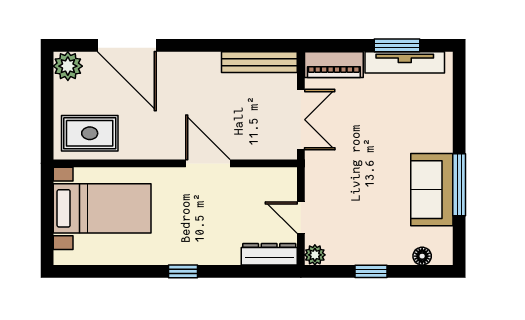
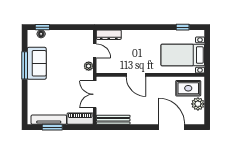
plant: (68, 66) -> (198, 104), moved
plant: (315, 255) -> (89, 66), moved
window: (183, 271) -> (183, 27), moved
window: (371, 271) -> (42, 27), moved

